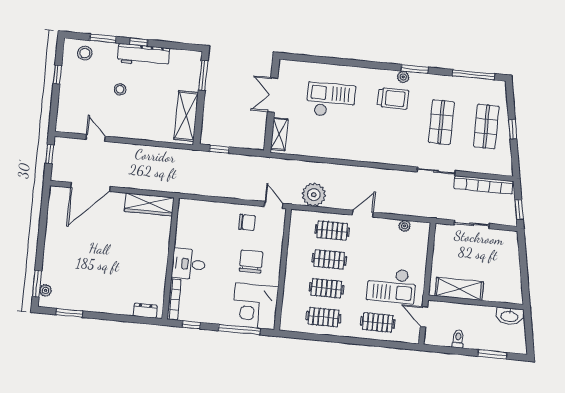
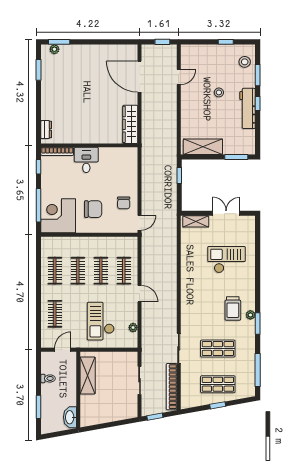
checkout: (331, 100) -> (227, 260), turned -90
plant: (314, 195) -> (151, 254), removed
checkout: (392, 285) -> (101, 321), moved

